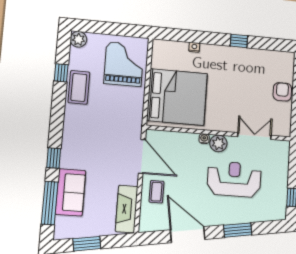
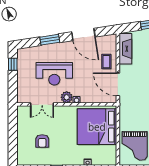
armchair: (282, 92) -> (42, 141), moved

